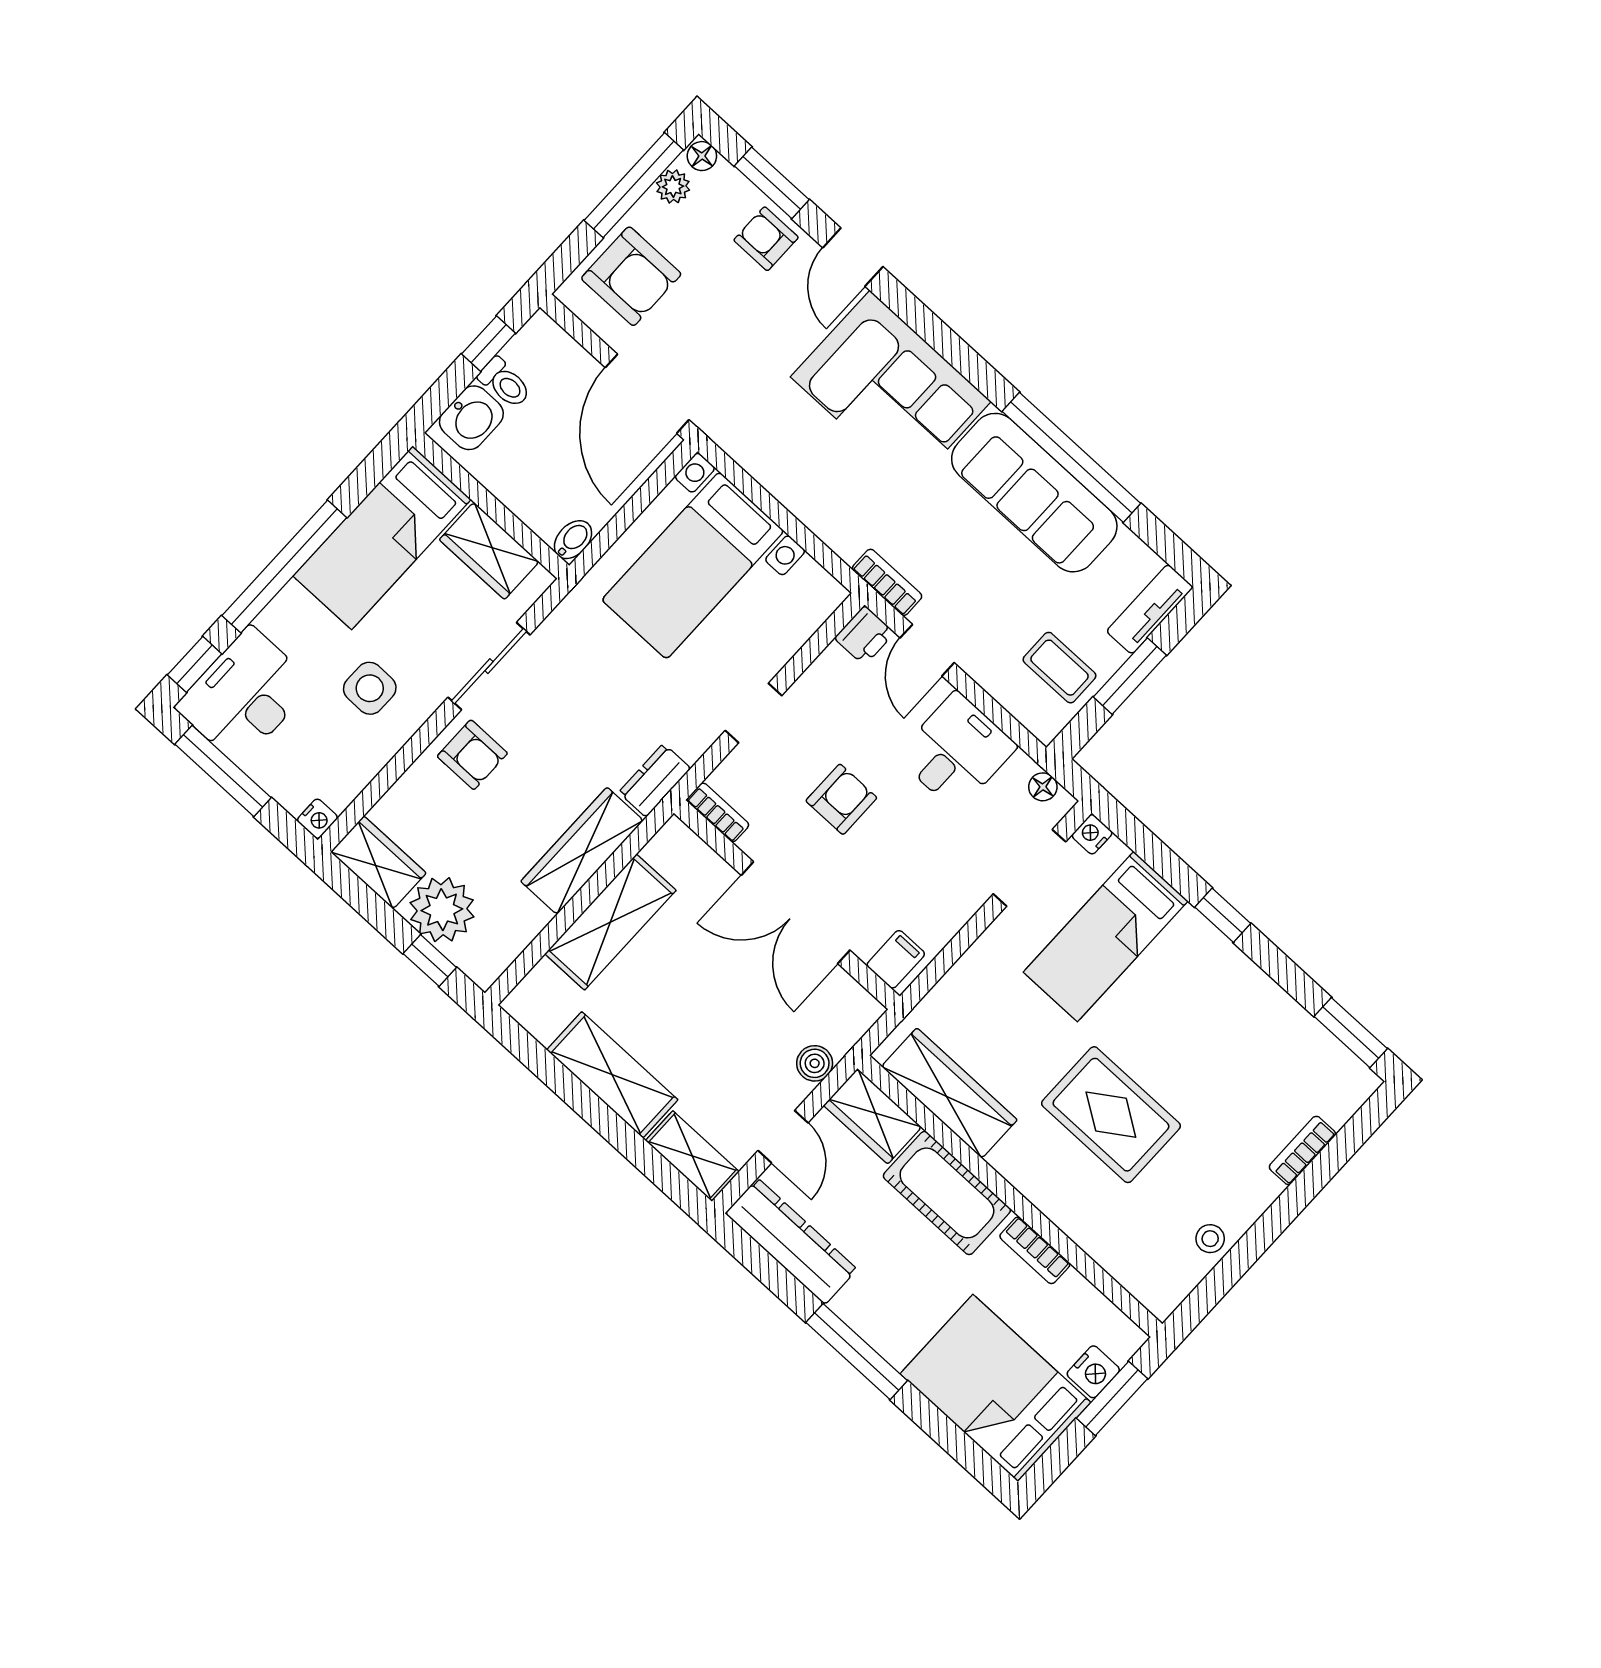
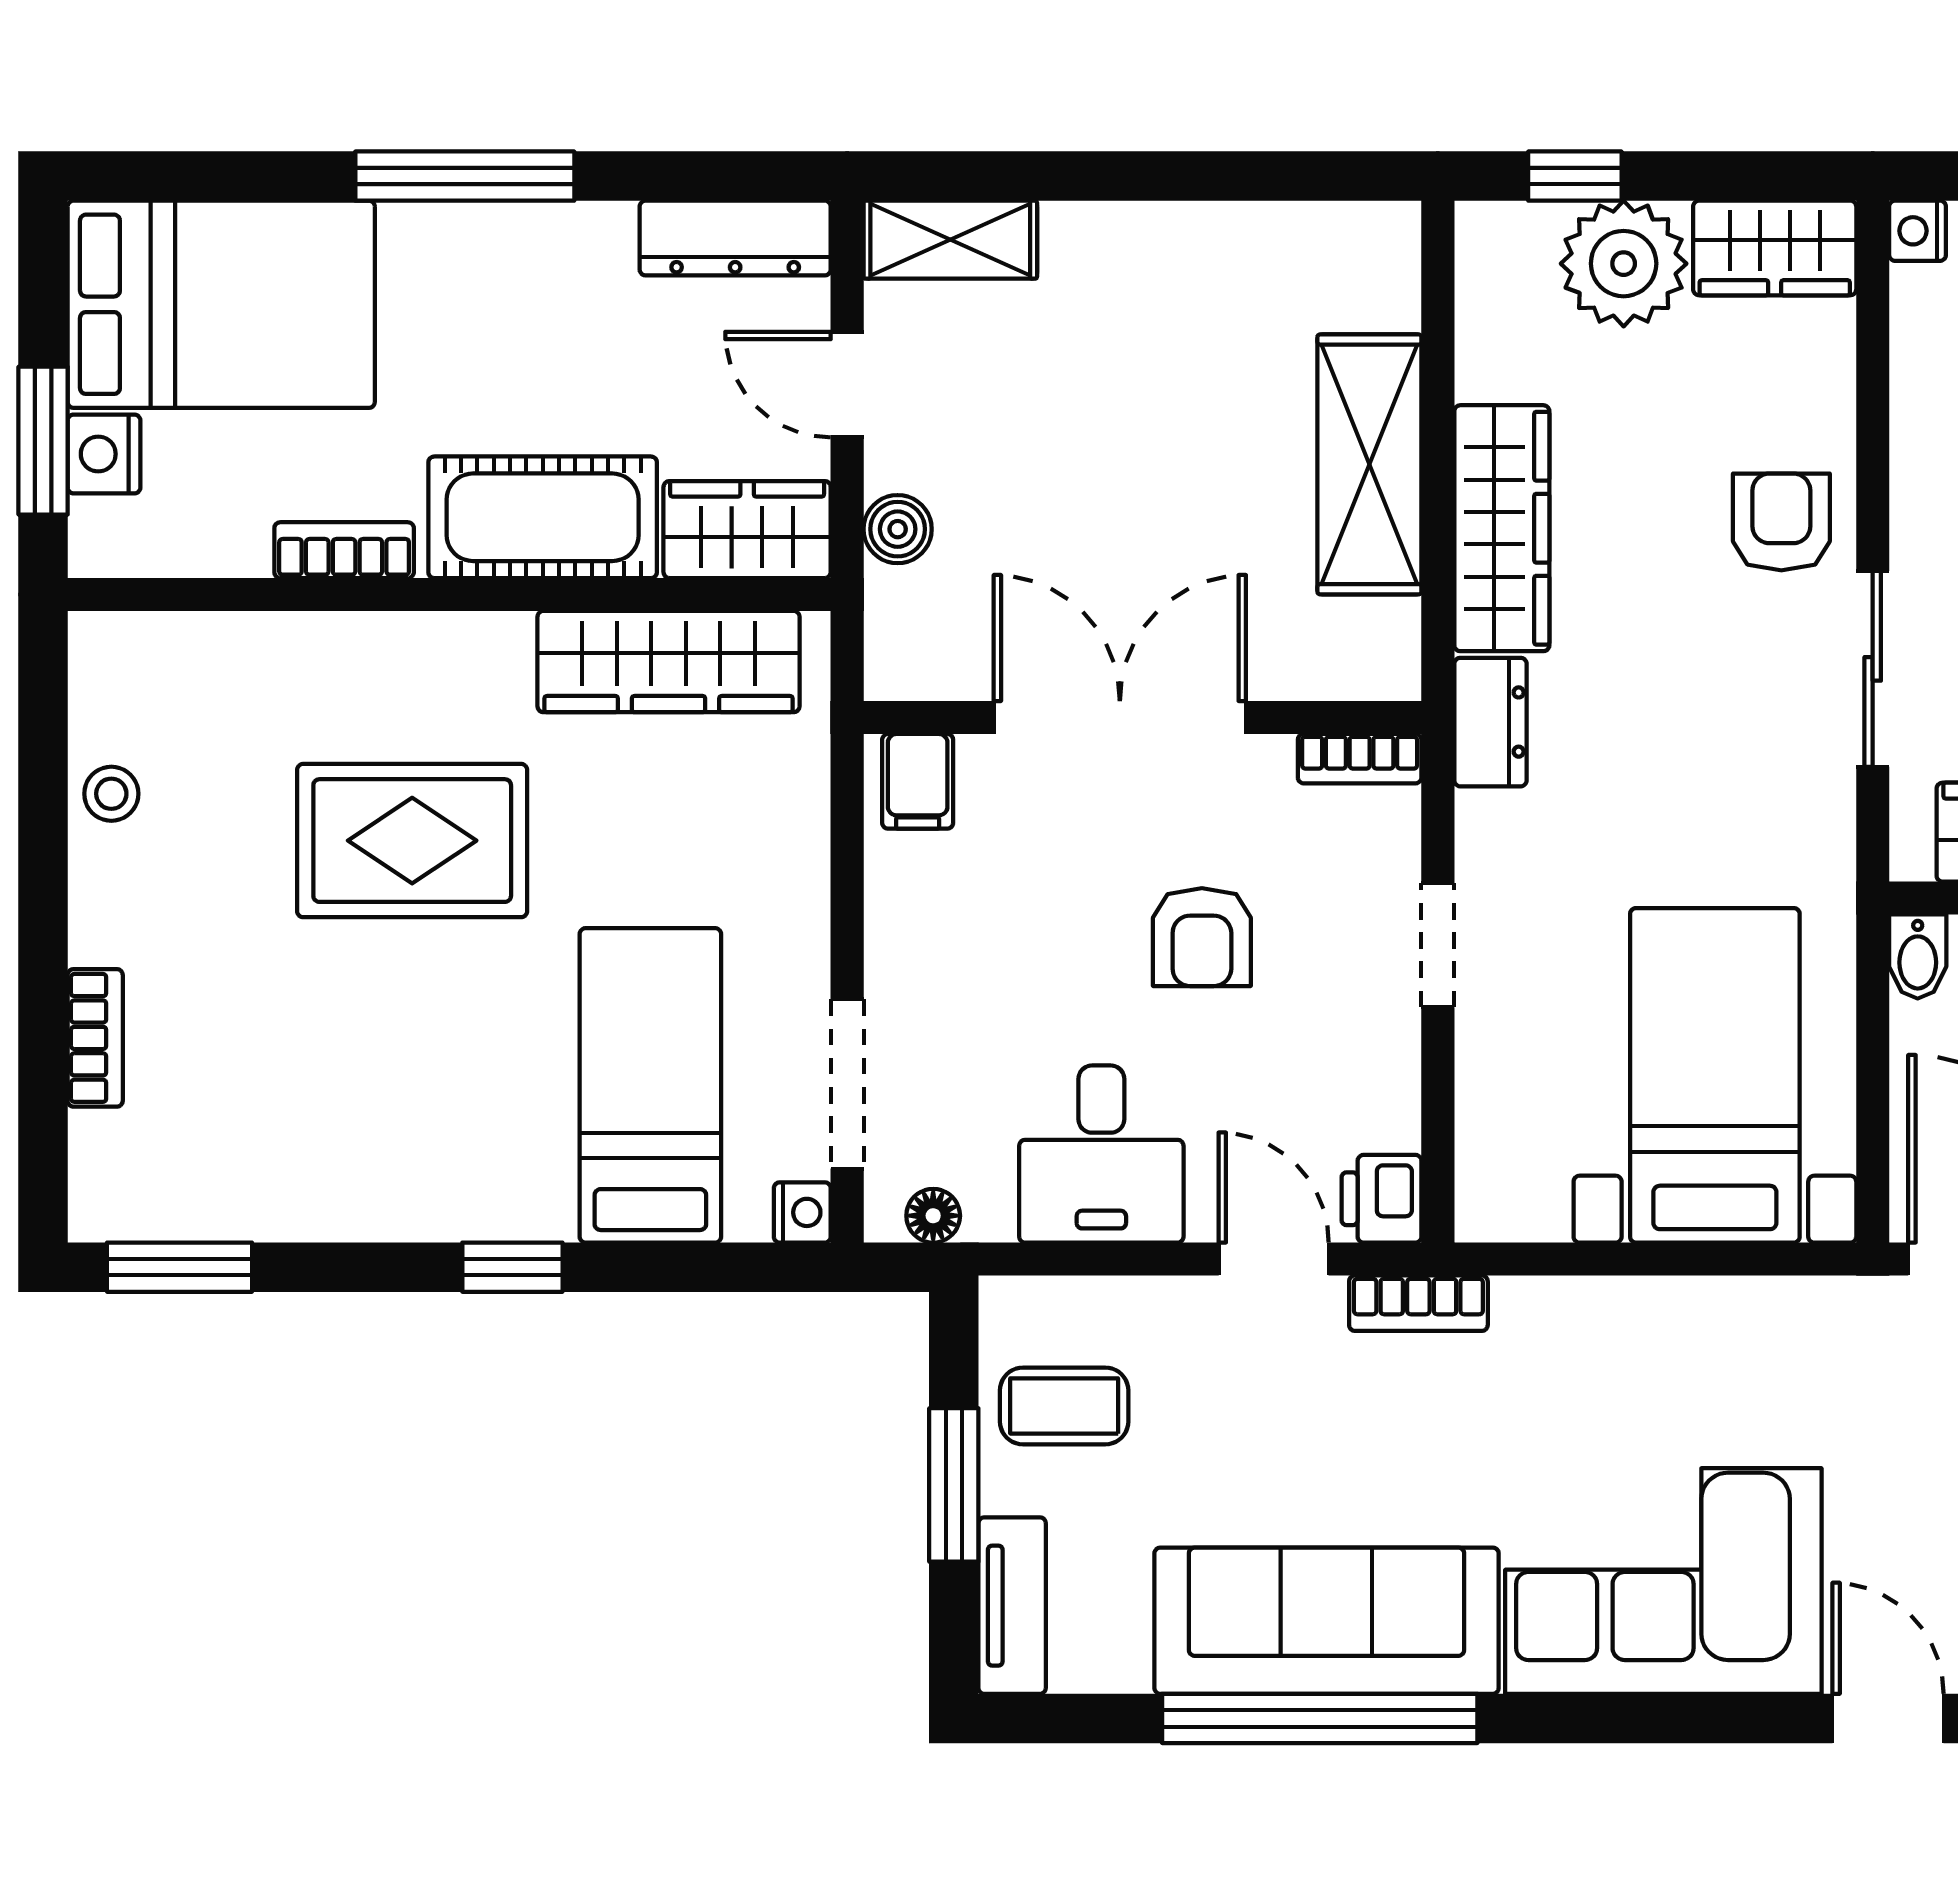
armchair: (472, 755) -> (1781, 522), turned 90
shelving: (612, 1075) -> (1169, 251), removed
dresser: (791, 1241) -> (735, 238), width x0.73, depth x0.80

